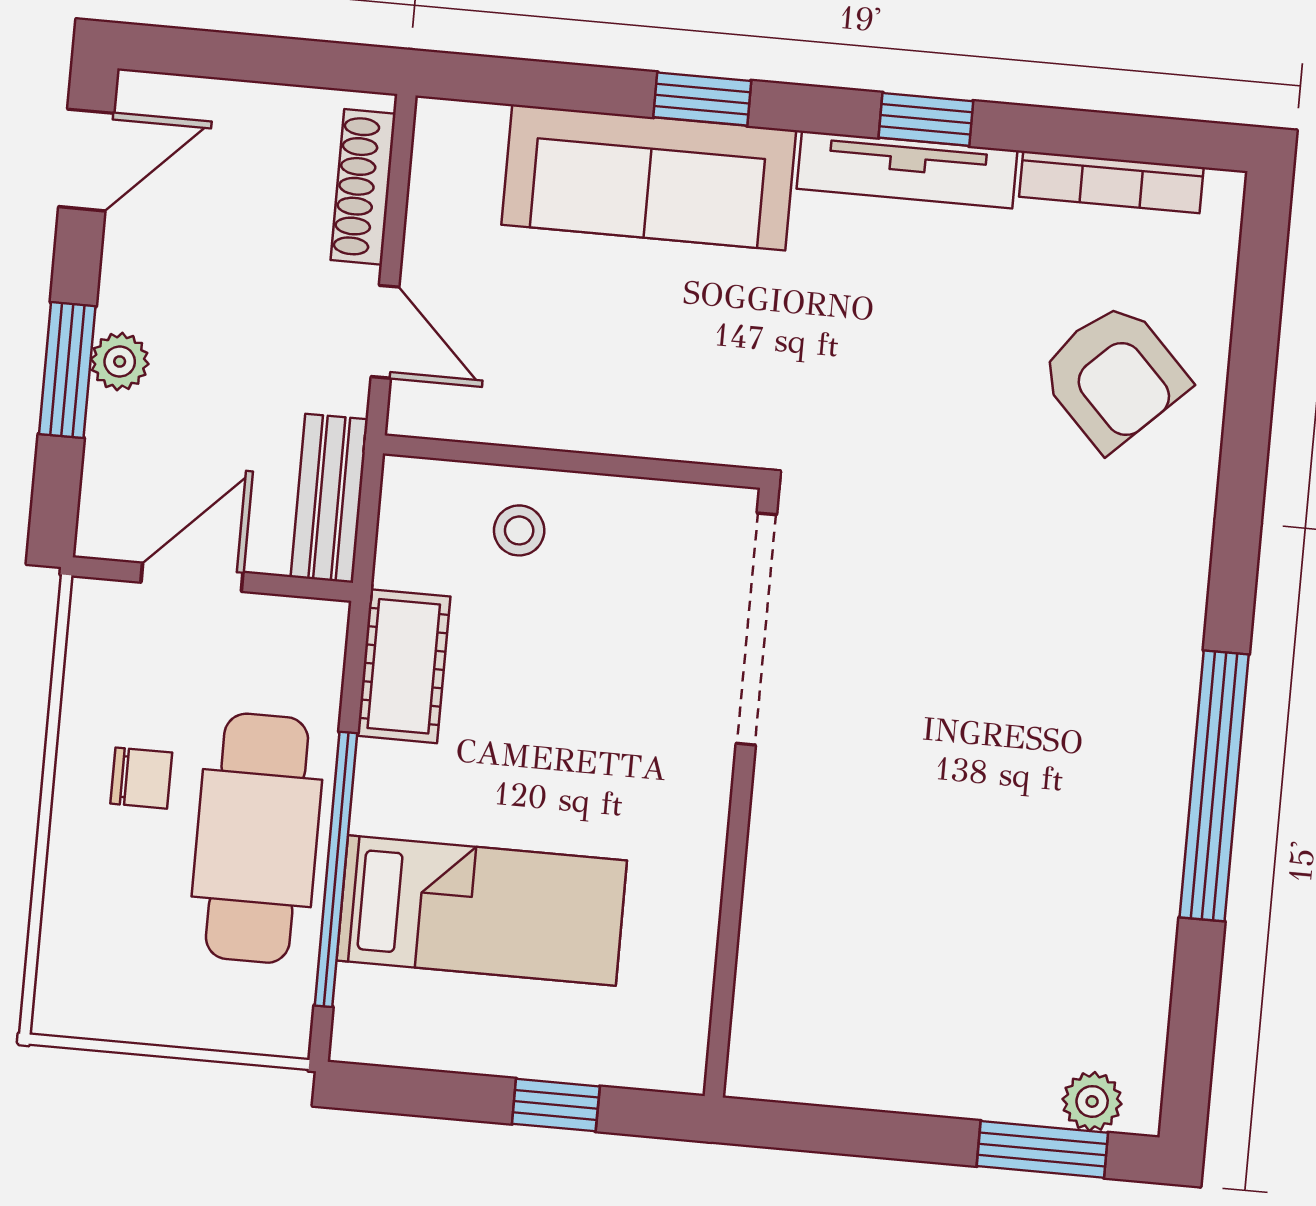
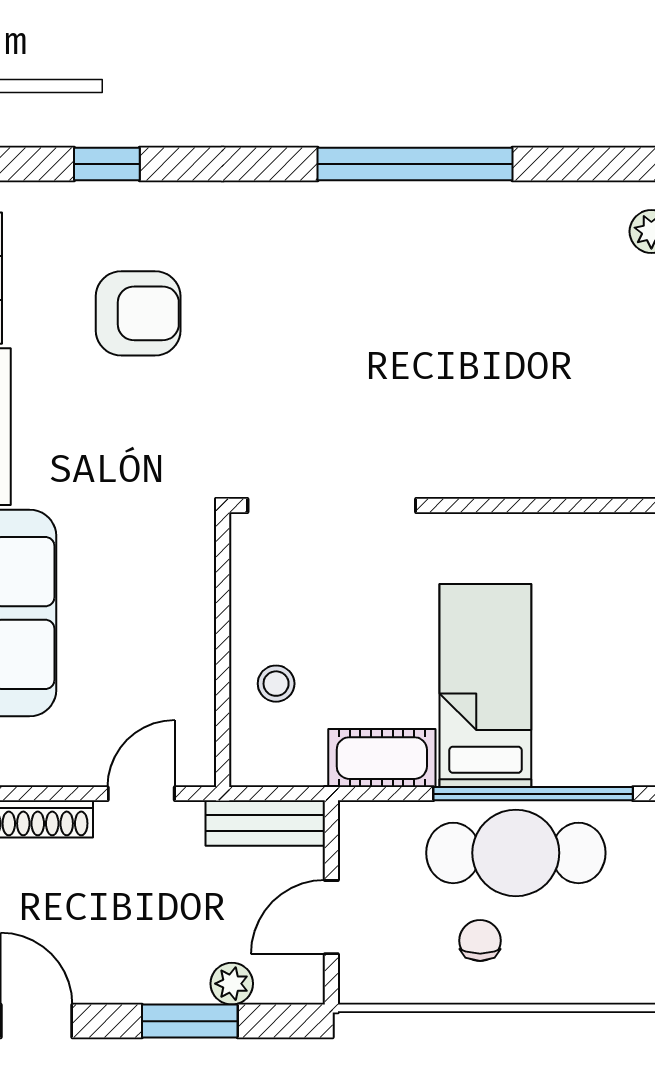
plant: (120, 361) -> (232, 984), moved
window: (1253, 363) -> (107, 164), added
armchair: (1114, 376) -> (138, 313), moved, turned 44
door: (192, 577) -> (331, 917), hinge flipped
bed: (482, 910) -> (485, 686), moved

